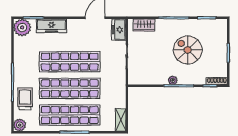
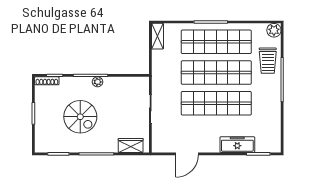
plant: (22, 27) -> (271, 143), removed
freezer: (119, 30) -> (160, 140), removed

